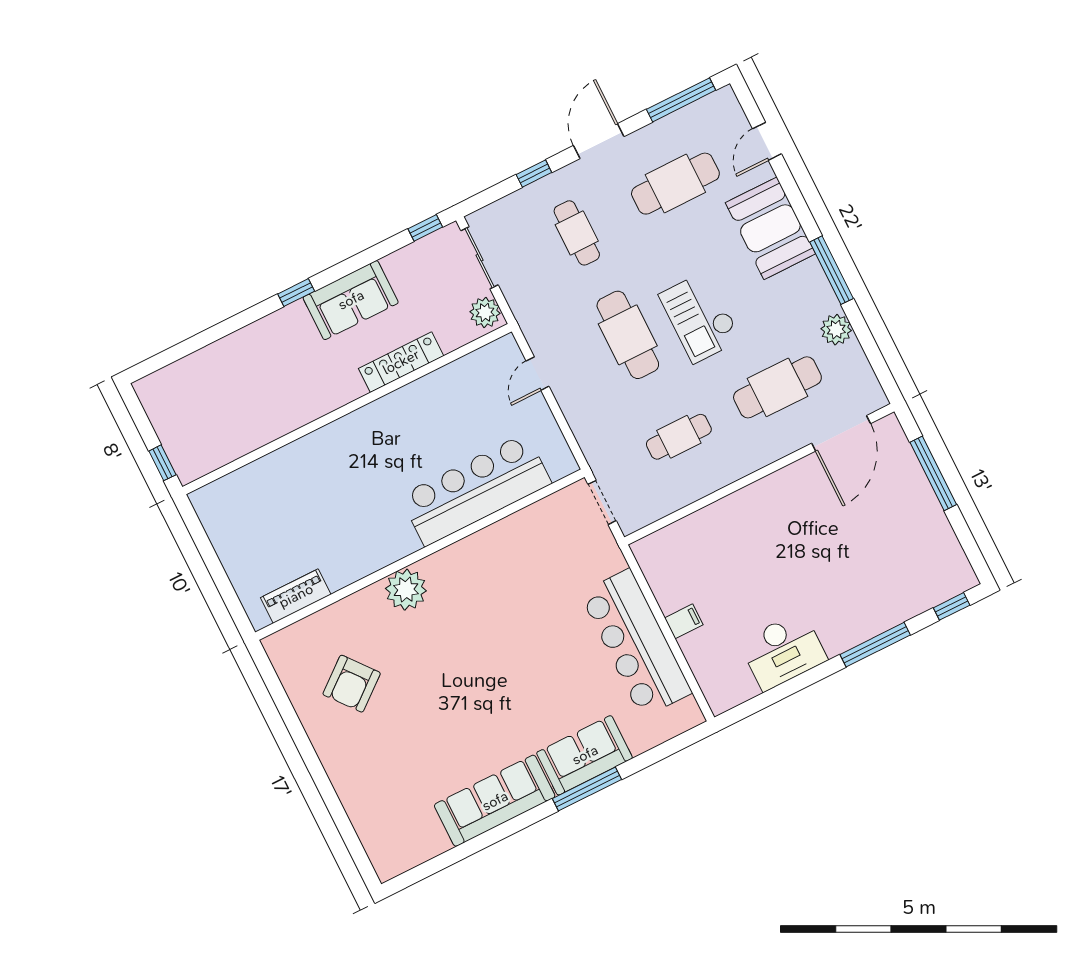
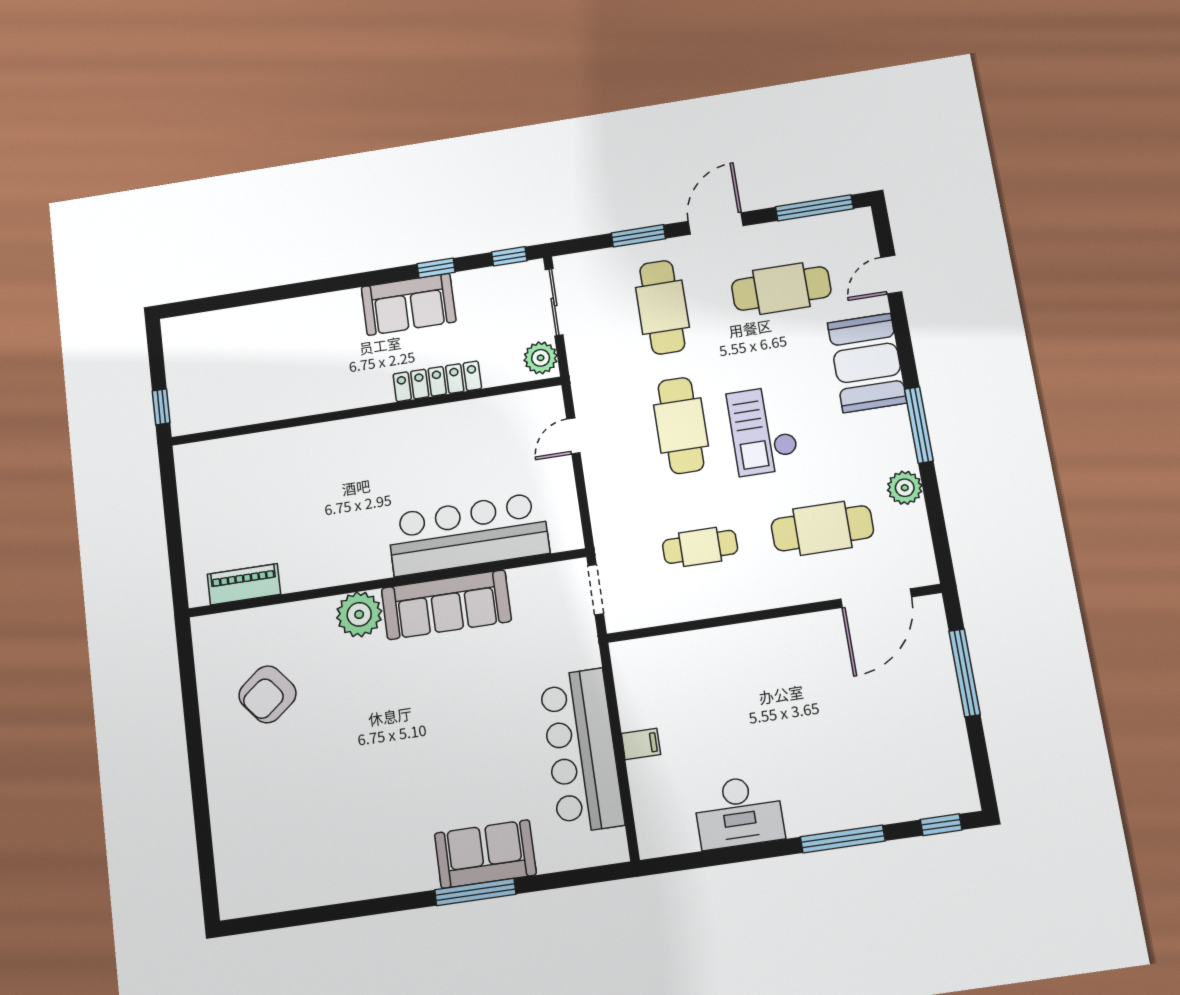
window: (534, 173) -> (638, 236), width x1.50
cafe table: (577, 233) -> (662, 307), width x1.37, depth x1.35
window: (296, 293) -> (436, 268), moved
sofa: (495, 801) -> (446, 605), moved, turned 180

